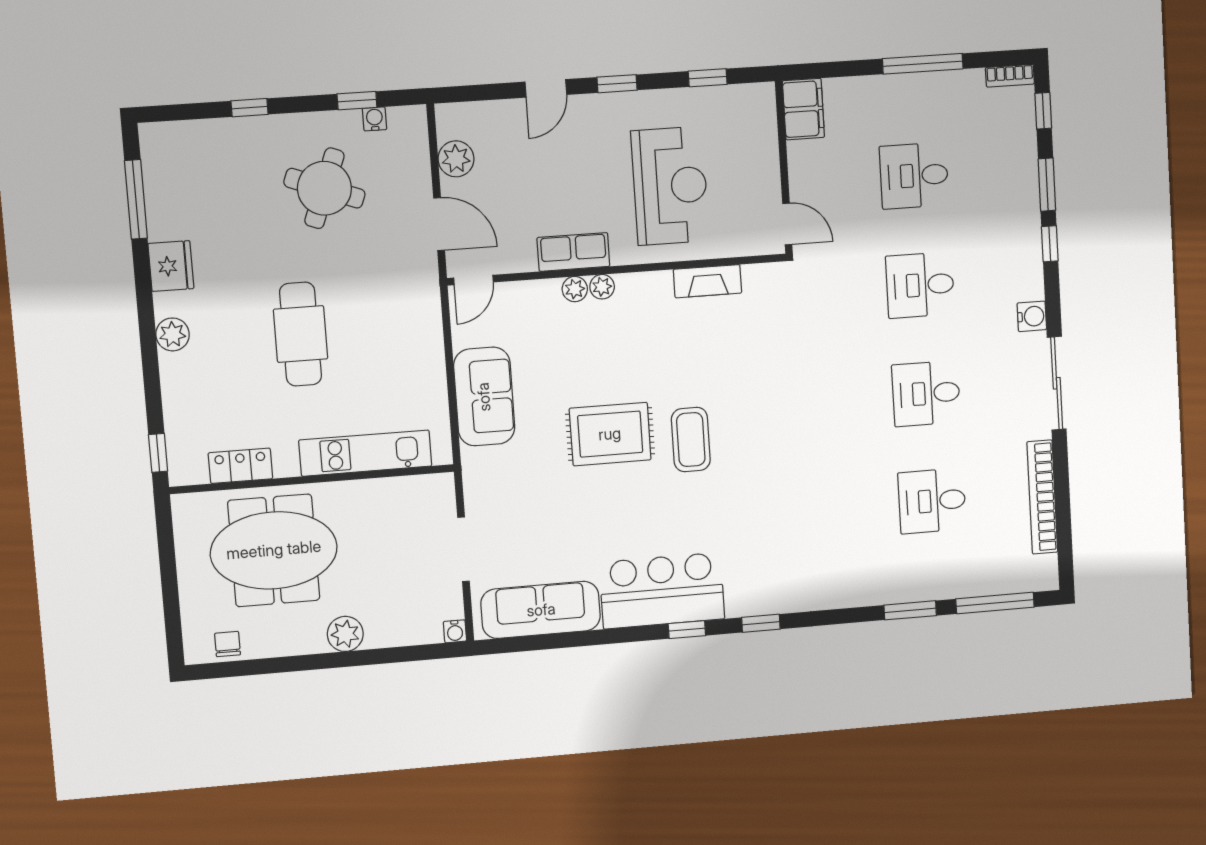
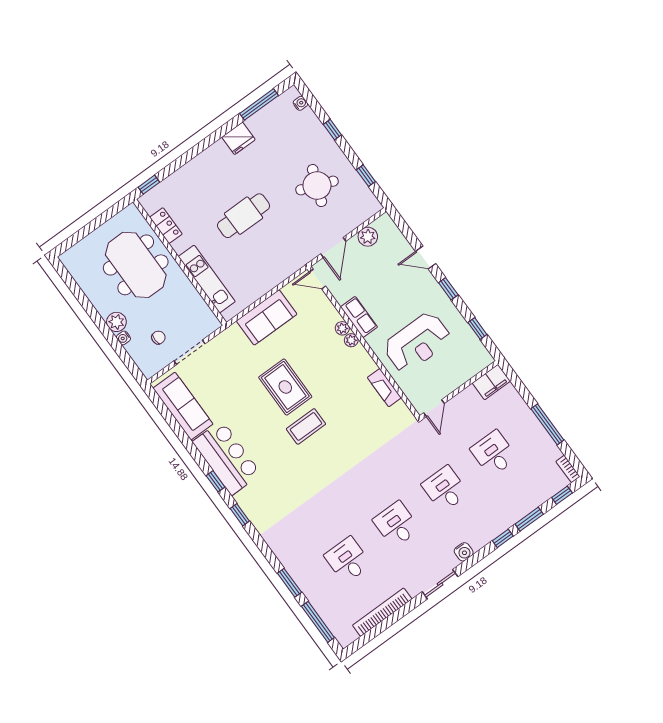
water cooler: (375, 119) -> (300, 103), moved
plant: (173, 334) -> (208, 158), removed
sliding door: (1057, 383) -> (440, 584), width x0.73
water cooler: (455, 631) -> (123, 338), moved
chair: (228, 644) -> (158, 338), moved

